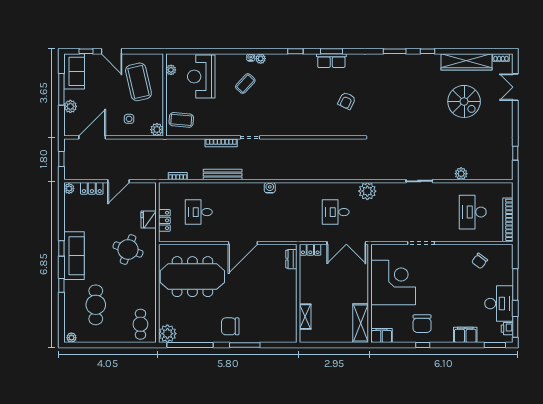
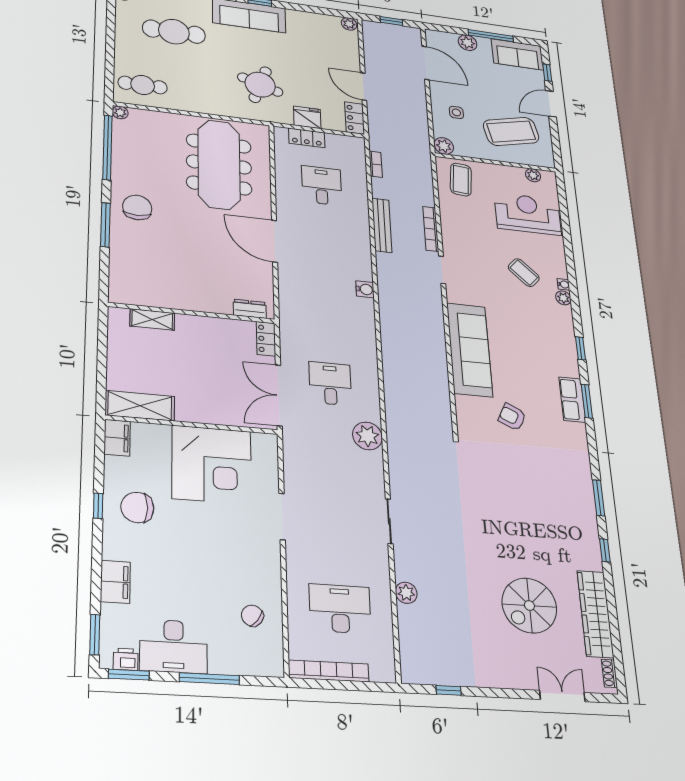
sofa: (304, 124) -> (470, 350), added
locker: (92, 188) -> (355, 118), moved
plant: (167, 334) -> (120, 112), width x0.53, depth x0.53

